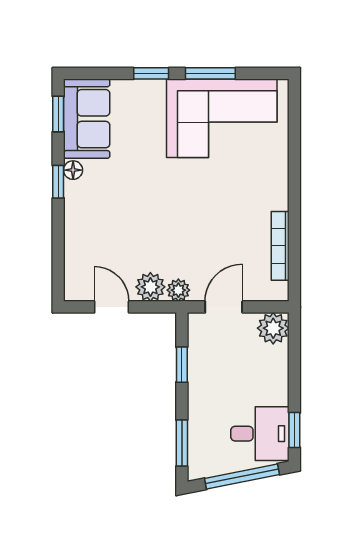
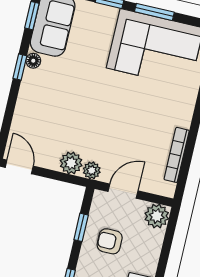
door: (112, 307) -> (19, 167), moved
armchair: (222, 374) -> (110, 241), added

